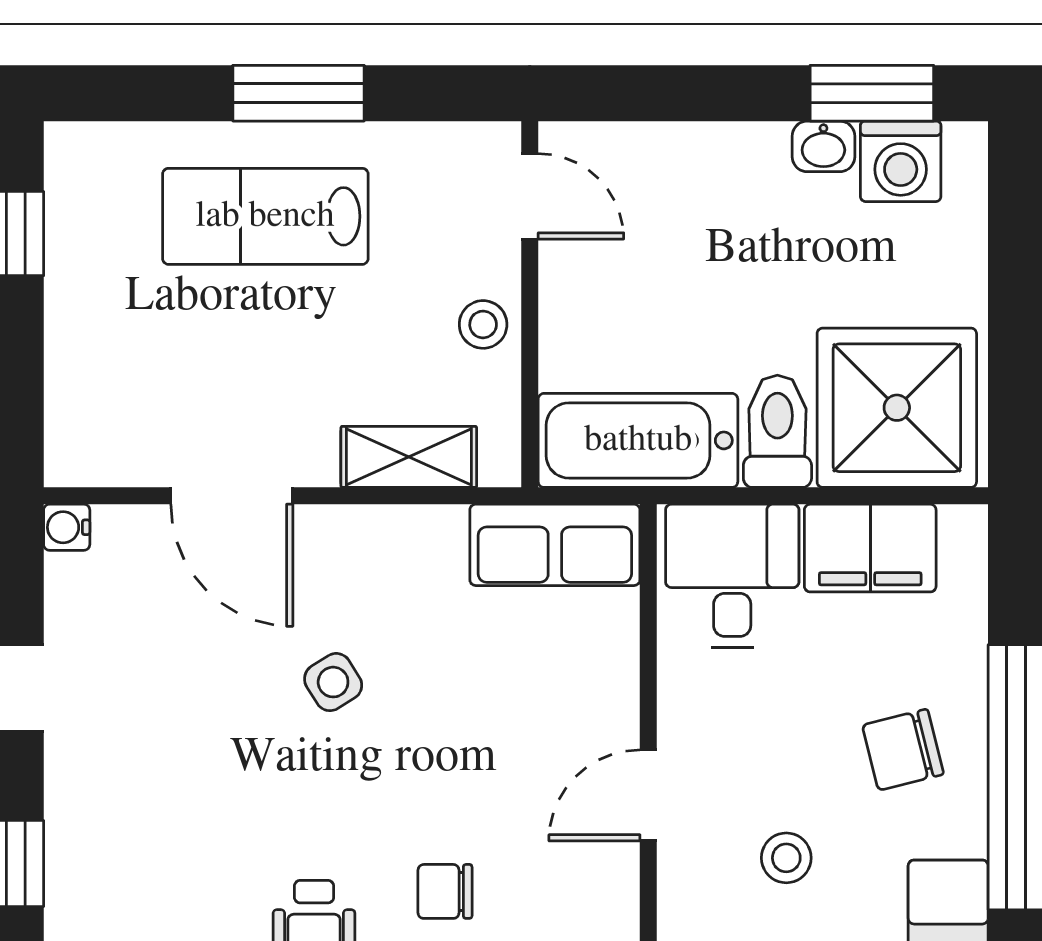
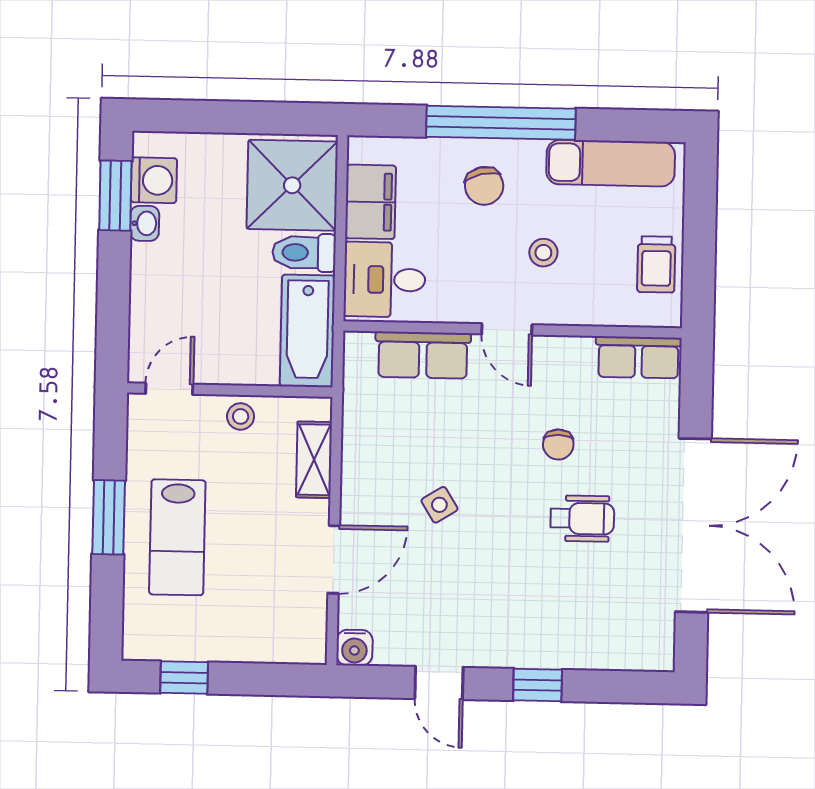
water cooler: (67, 527) -> (354, 648), width x1.38, depth x1.38
row of seats: (555, 545) -> (423, 355), moved, turned 90

